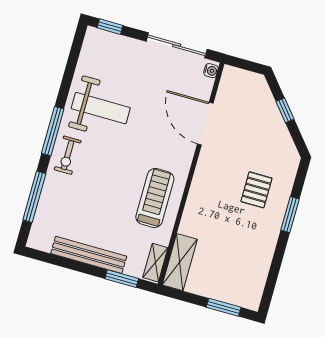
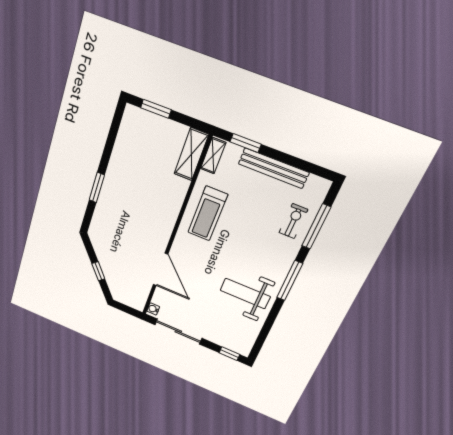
exercise bike: (68, 155) -> (293, 221), moved
pallet: (256, 190) -> (123, 211), removed

